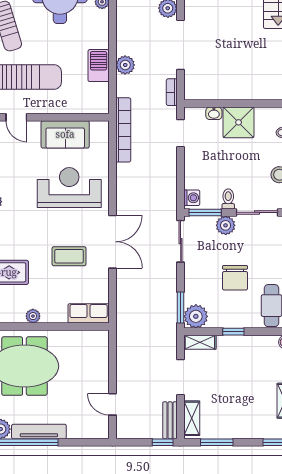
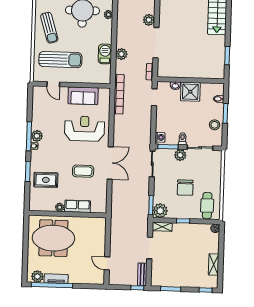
row of seats: (89, 313) -> (78, 206), moved
shelving: (192, 418) -> (156, 274), removed
tv unit: (39, 431) -> (56, 279), width x0.71

